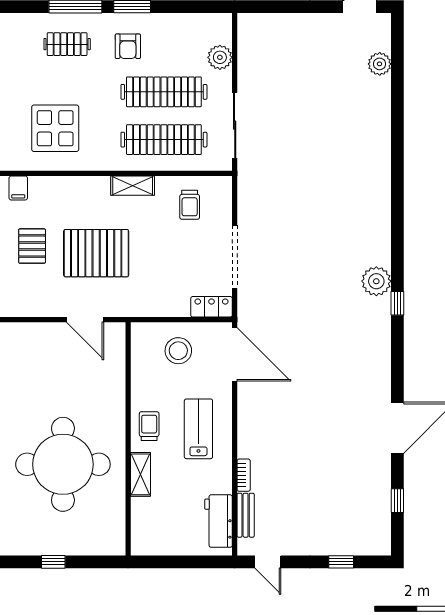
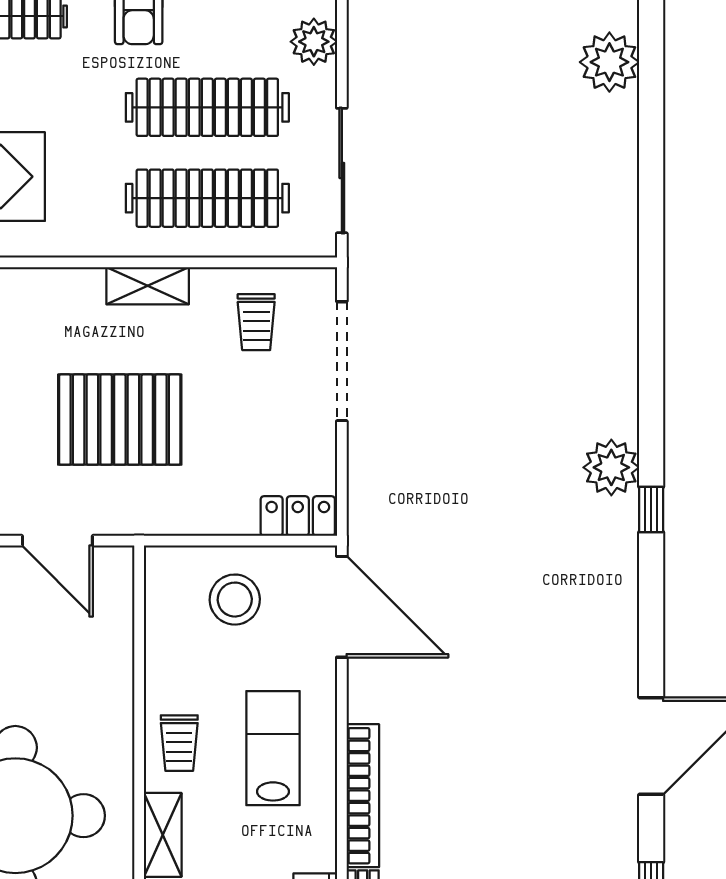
plant: (380, 64) -> (609, 62), width x1.36, depth x1.36
pallet: (96, 253) -> (120, 420), moved
doorway: (235, 257) -> (342, 361), moved
trolley: (149, 426) -> (179, 743), turned 180
bookcase: (244, 475) -> (363, 796), width x2.31, depth x1.31

